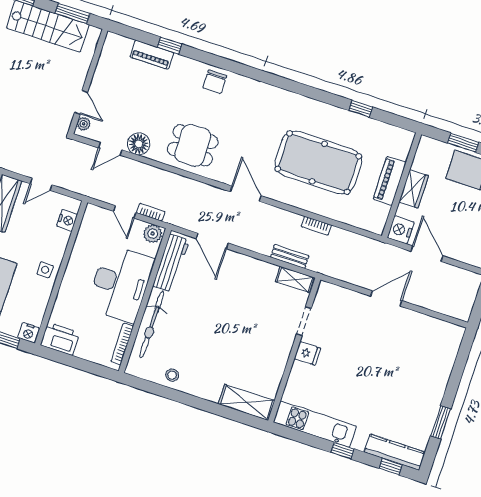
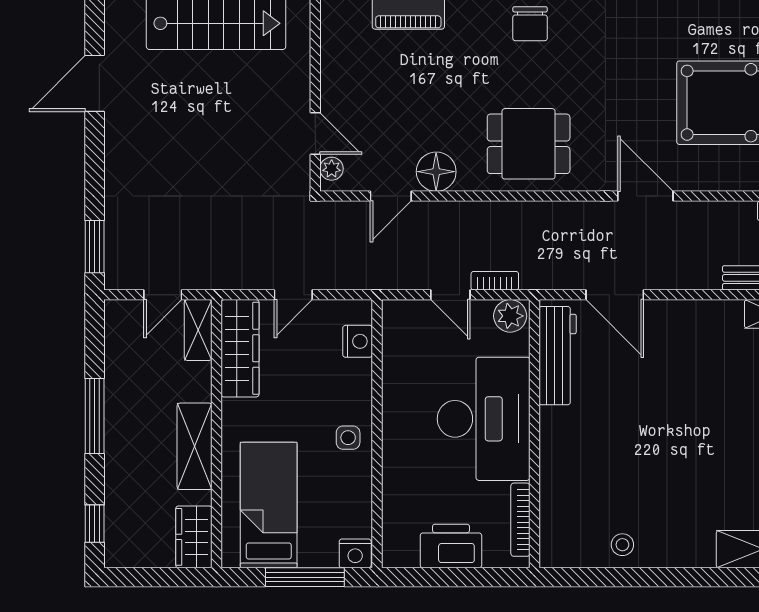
bicycle: (152, 324) -> (559, 470), removed
printer: (60, 339) -> (451, 546), moved

